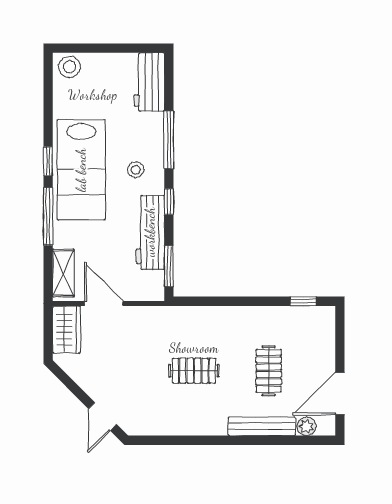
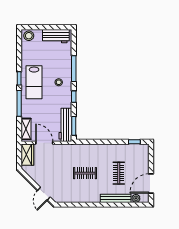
workbench: (149, 82) -> (56, 36), moved, turned -90
lab bench: (81, 170) -> (34, 82), width x0.73, depth x0.72
workbench: (150, 232) -> (65, 125), moved

